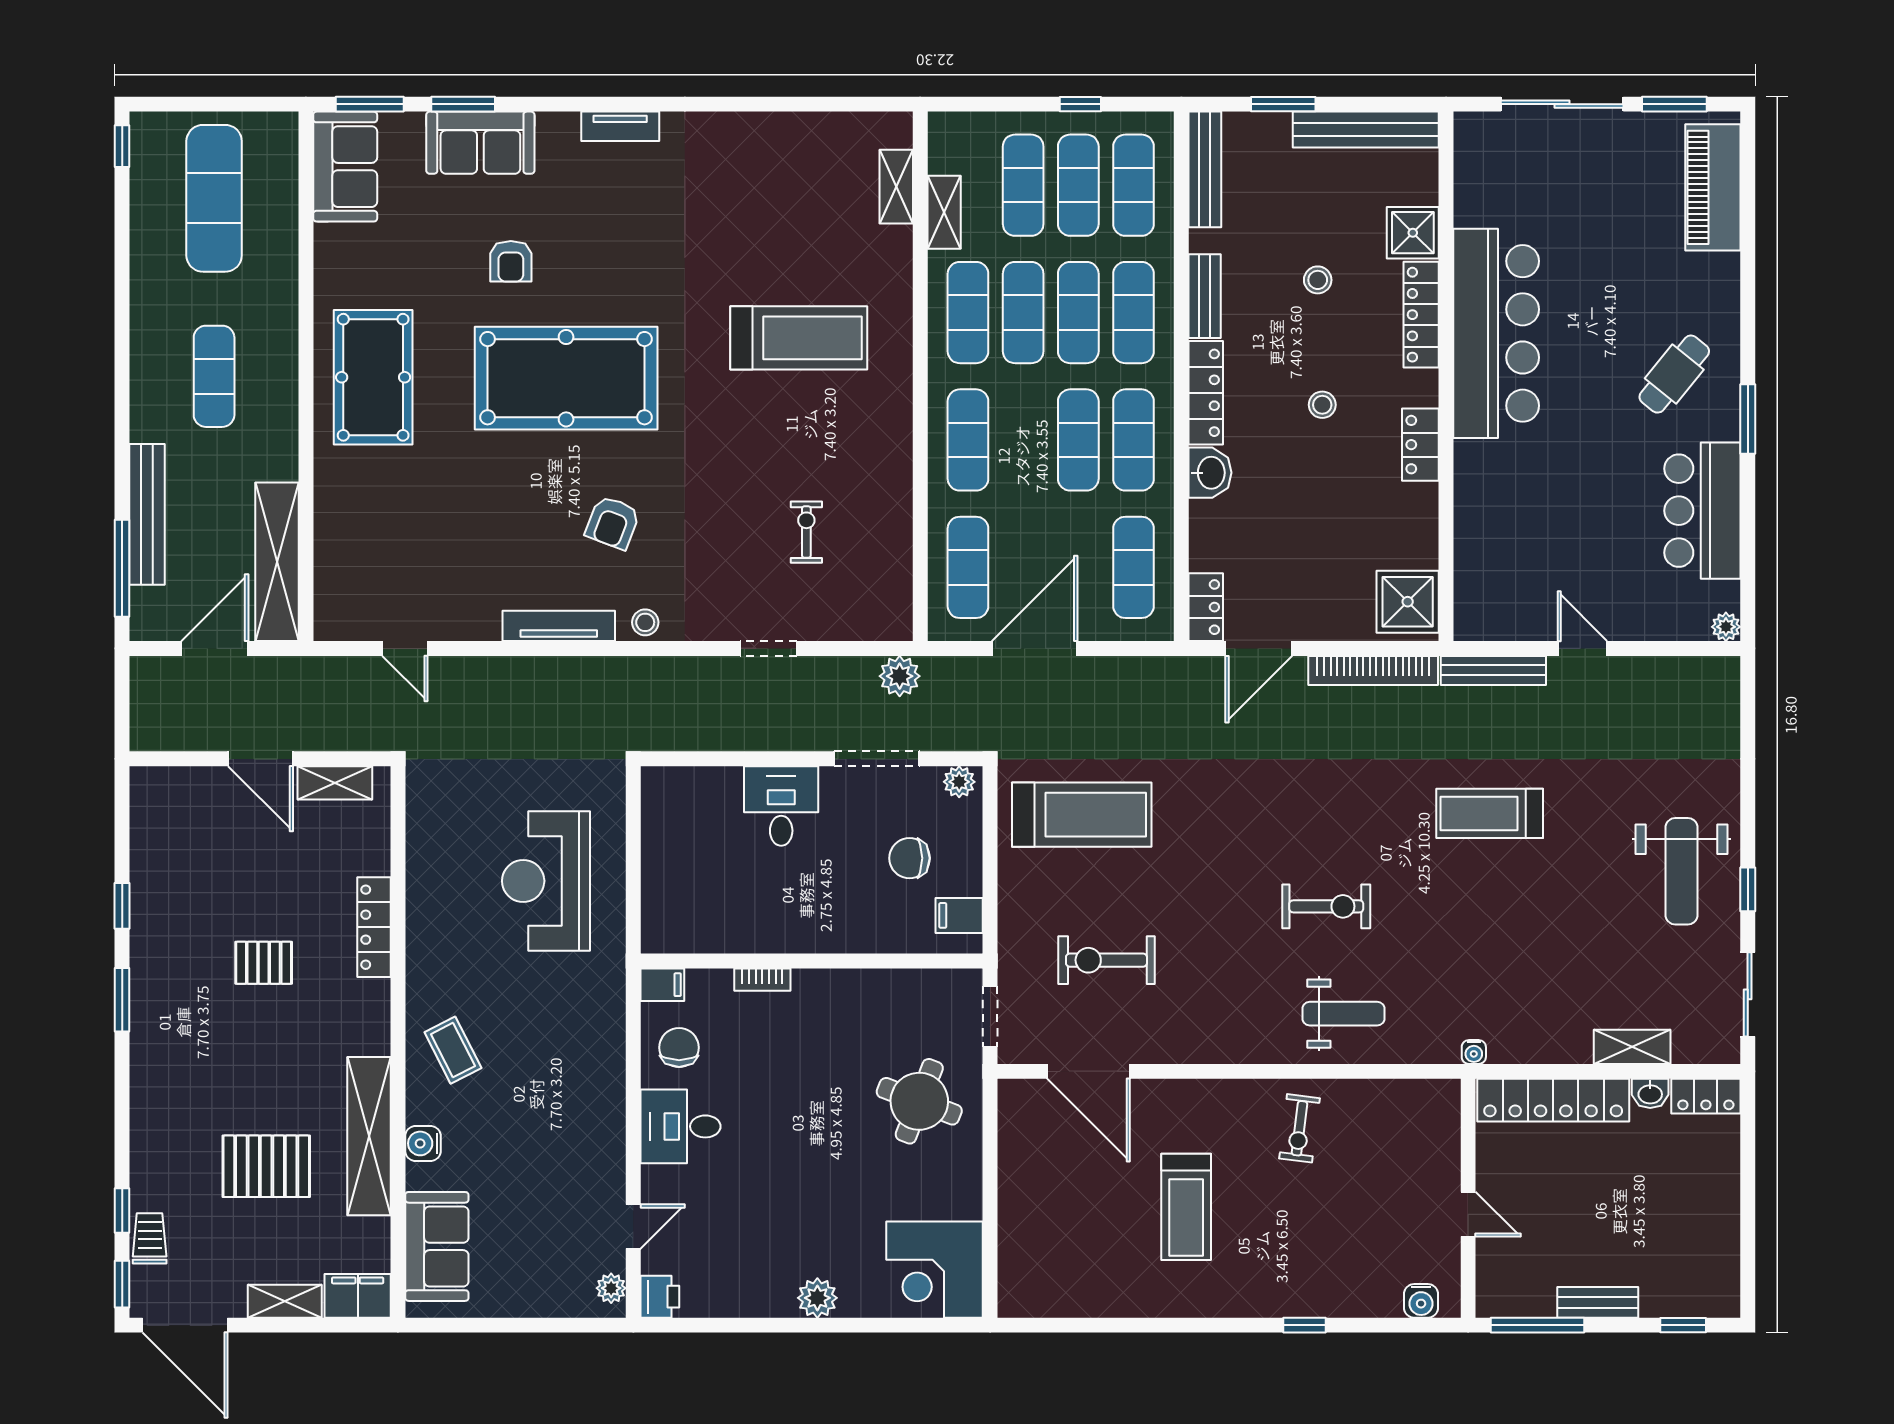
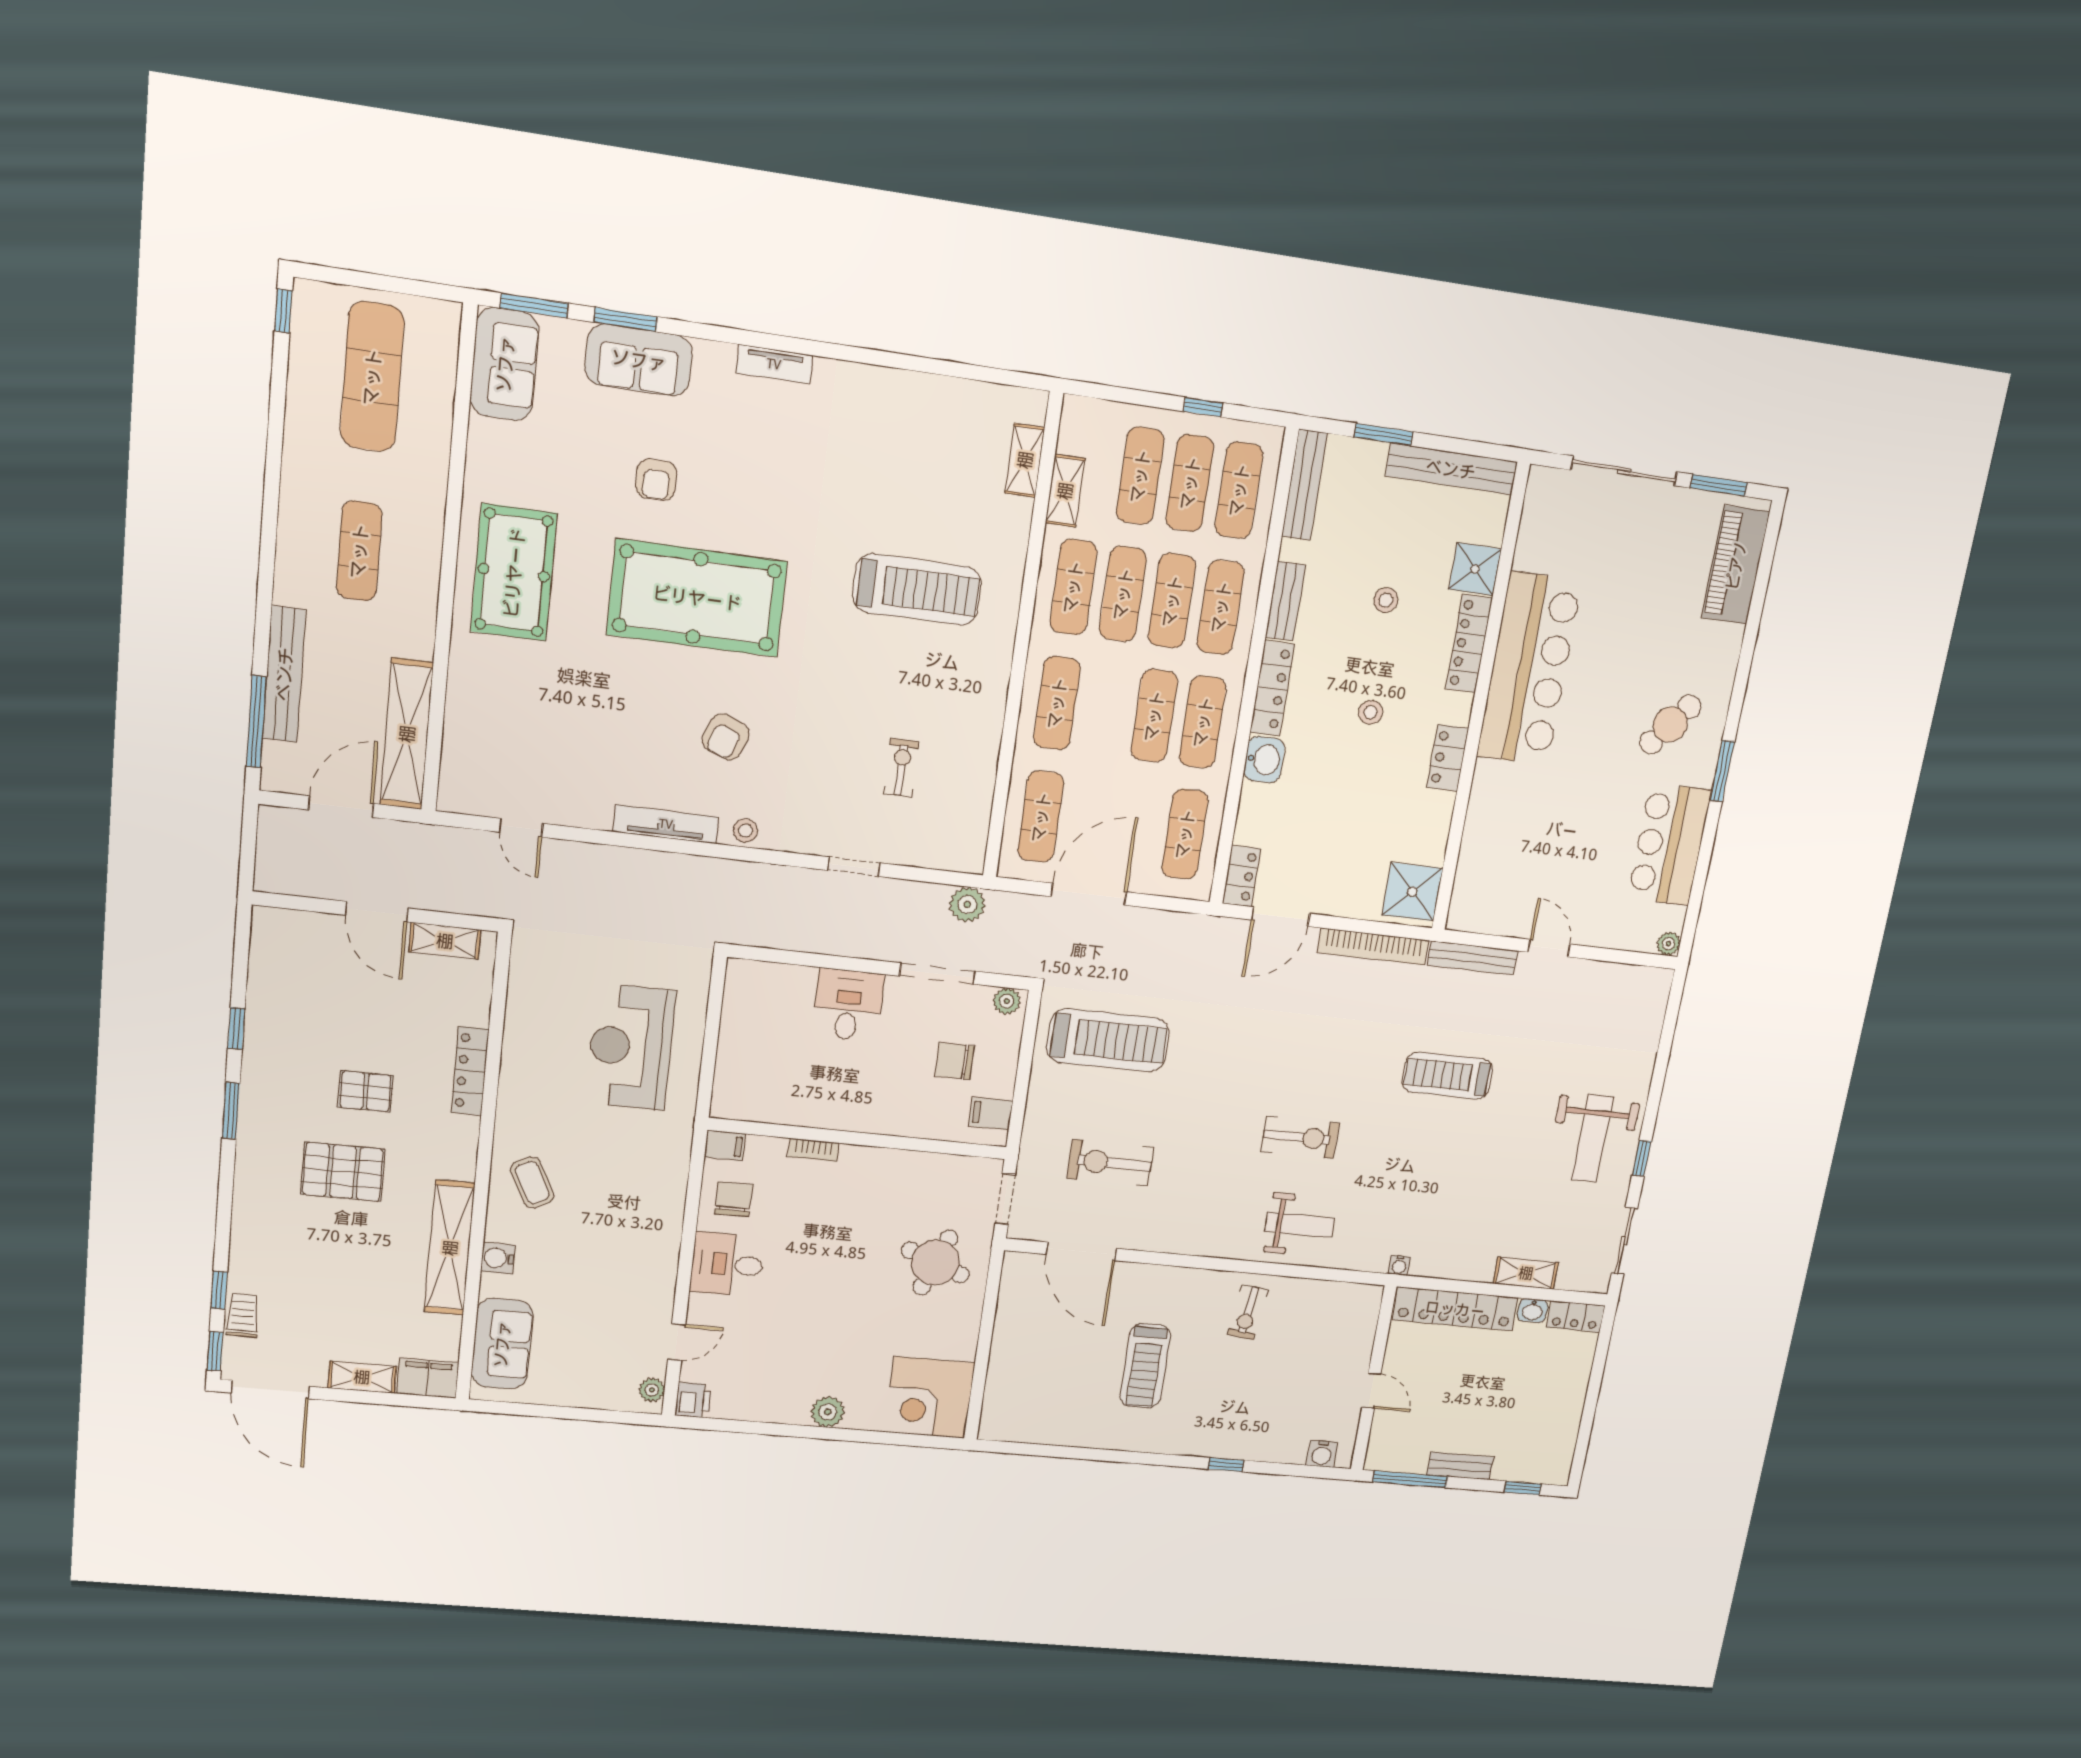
pallet: (266, 1166) -> (343, 1172), moved

